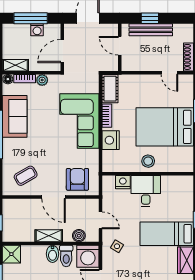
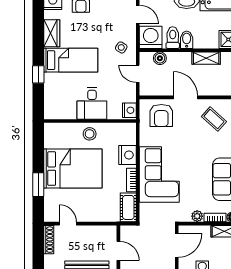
coffee table: (26, 176) -> (214, 119), turned 72
nightstand: (123, 182) -> (129, 110), moved, turned -90
shelving: (49, 236) -> (206, 58), moved

